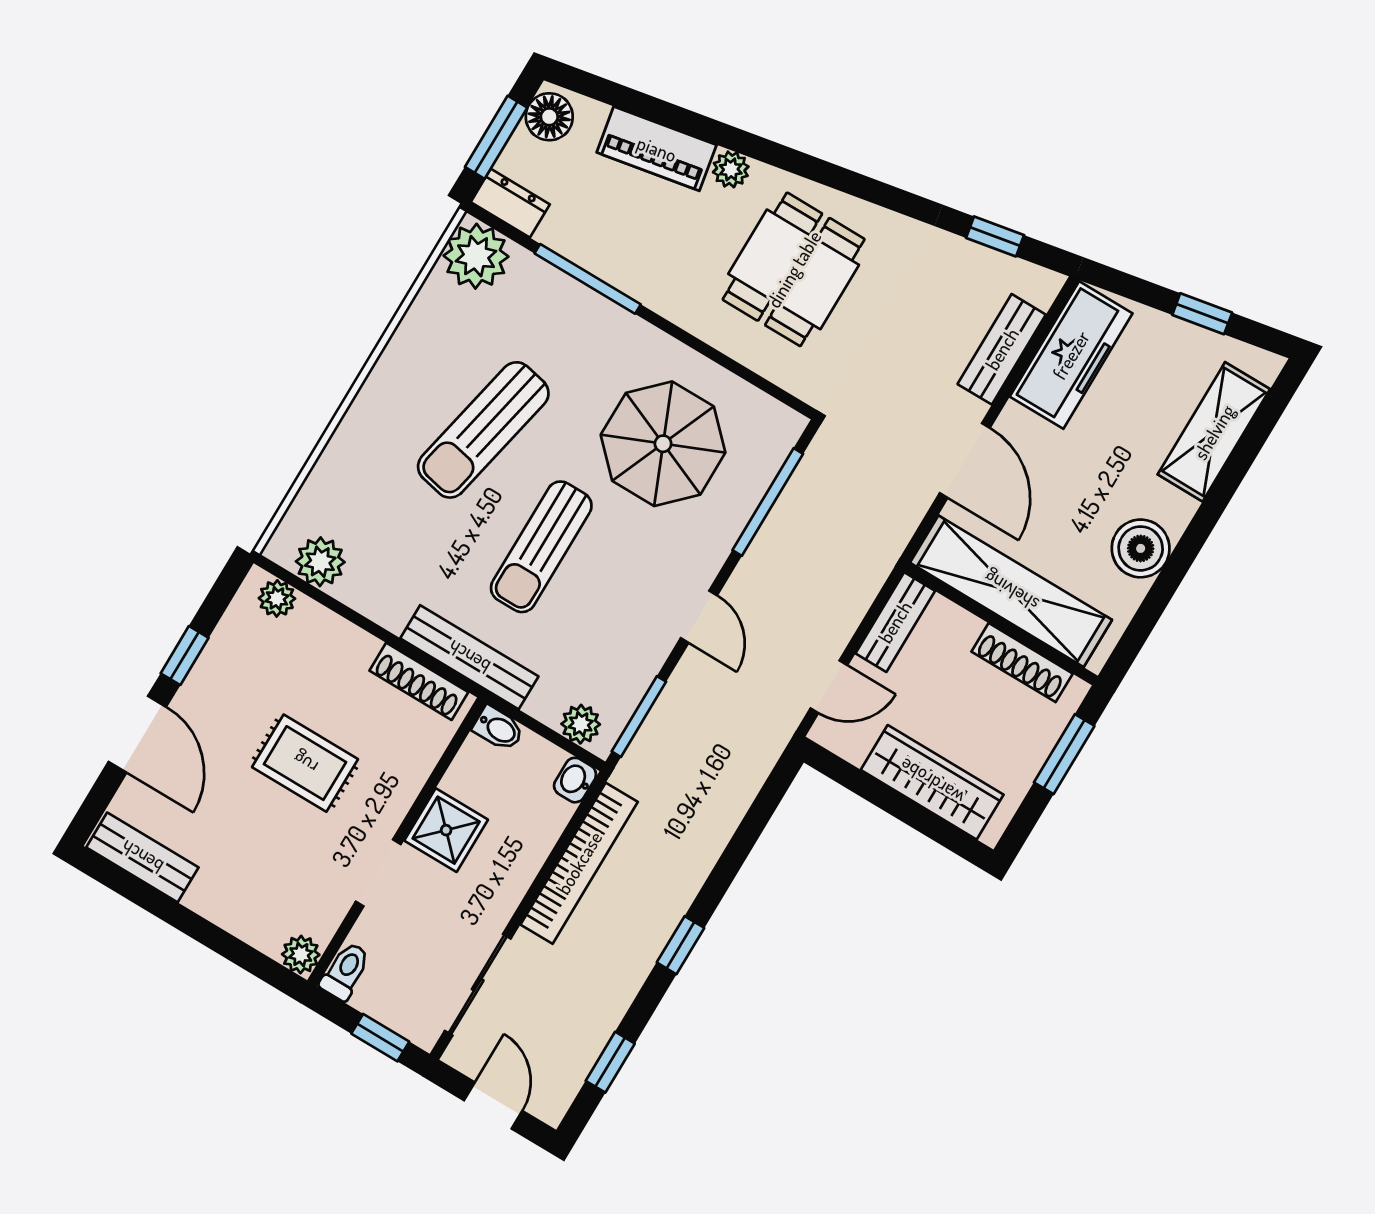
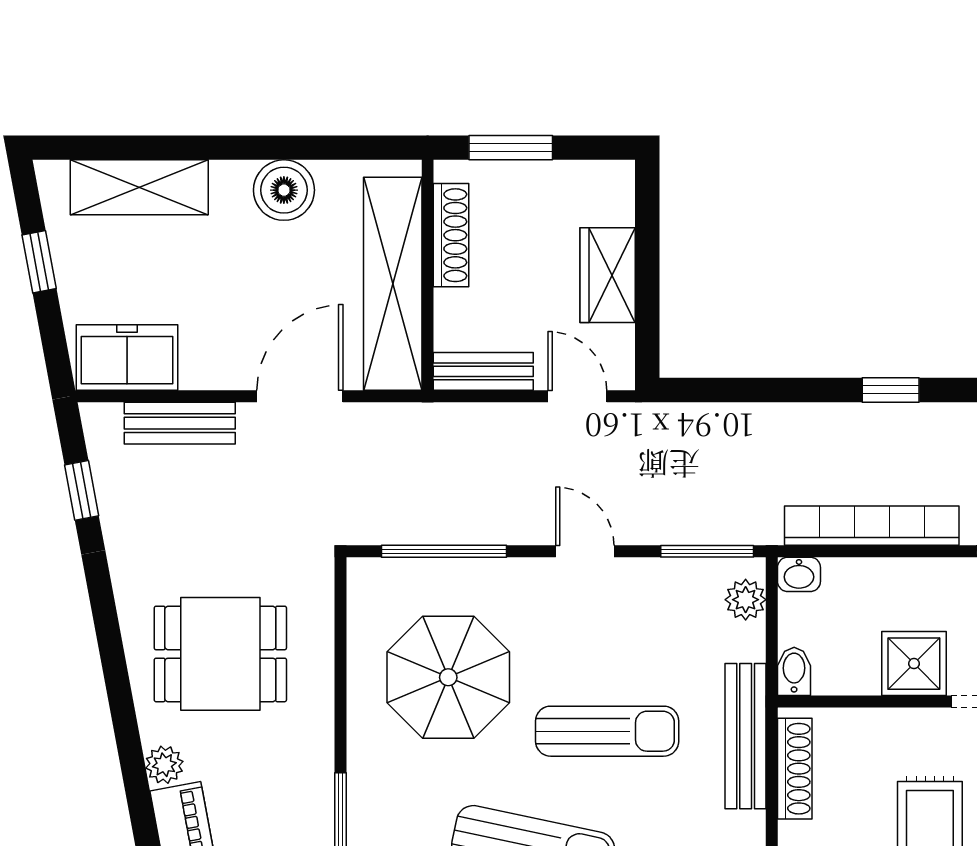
freezer: (1071, 355) -> (127, 357), width x0.71
door: (699, 617) -> (585, 551), hinge flipped
wardrobe: (932, 782) -> (608, 275), width x0.67

